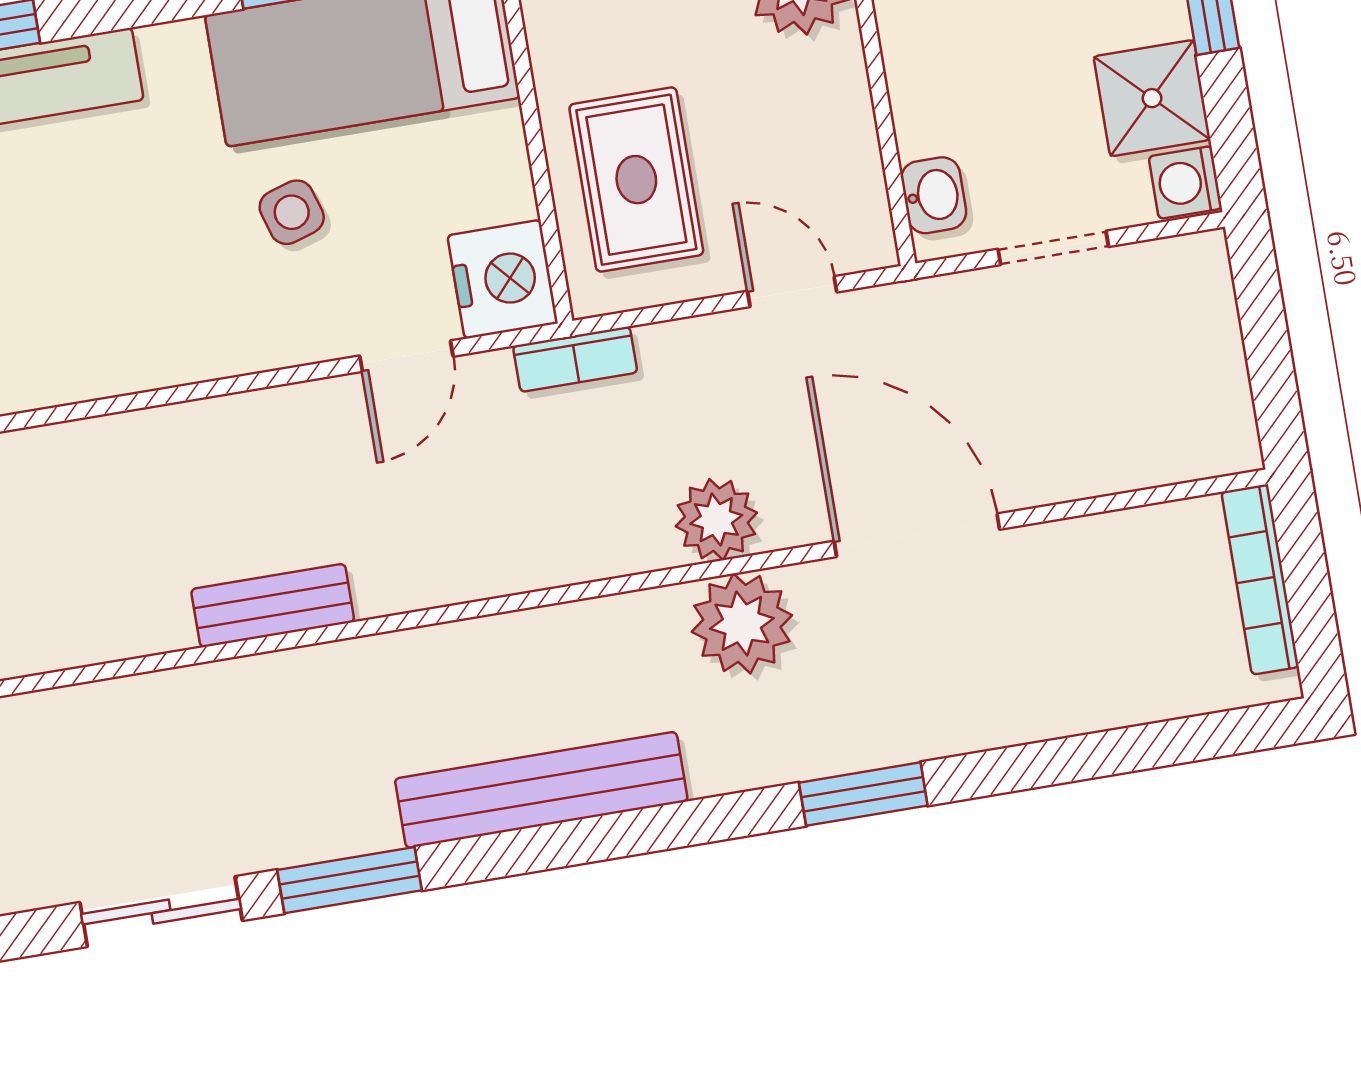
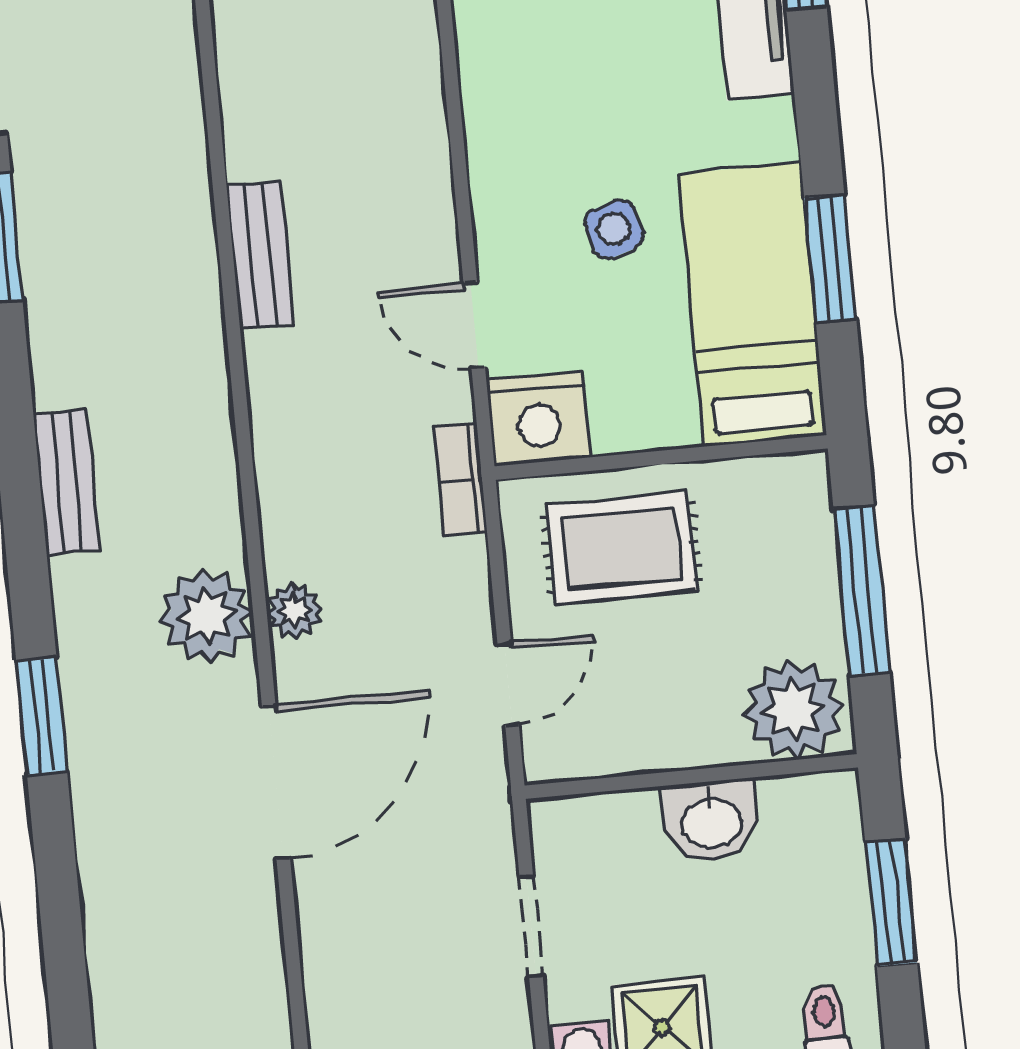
washbasin: (934, 195) -> (711, 821), moved, width x1.38, depth x1.45
plant: (716, 520) -> (294, 610), width x0.73, depth x0.73
bench: (273, 606) -> (260, 255), moved
bench: (541, 790) -> (67, 482), width x0.54, depth x0.82

